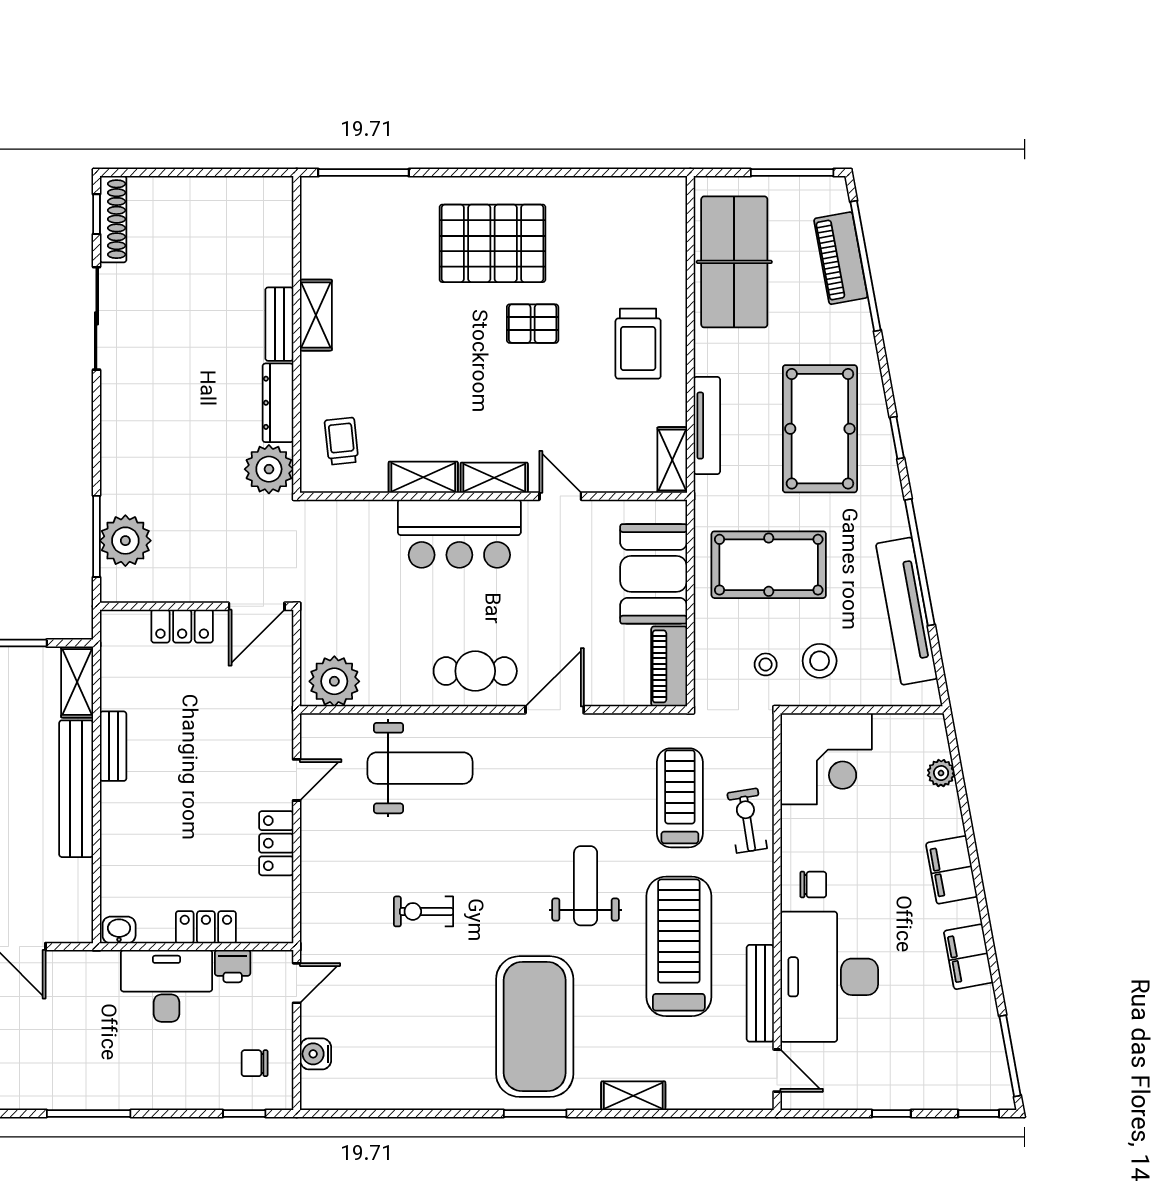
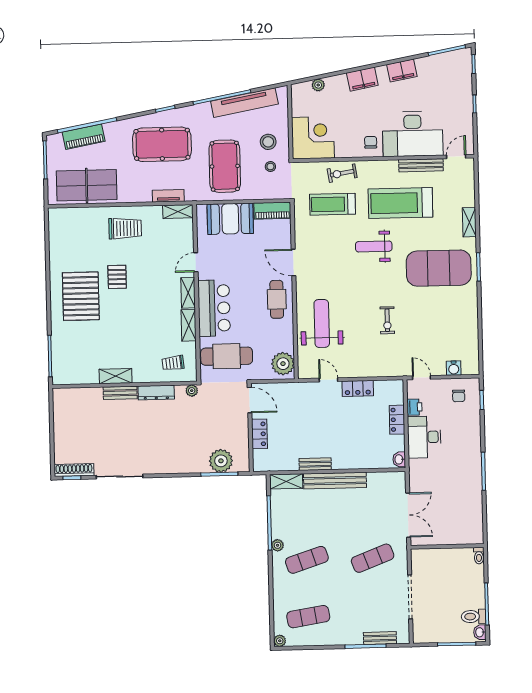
tv unit: (707, 426) -> (168, 196), width x0.71
plant: (269, 469) -> (192, 391), width x0.53, depth x0.53
cafe table: (354, 559) -> (227, 356), added

